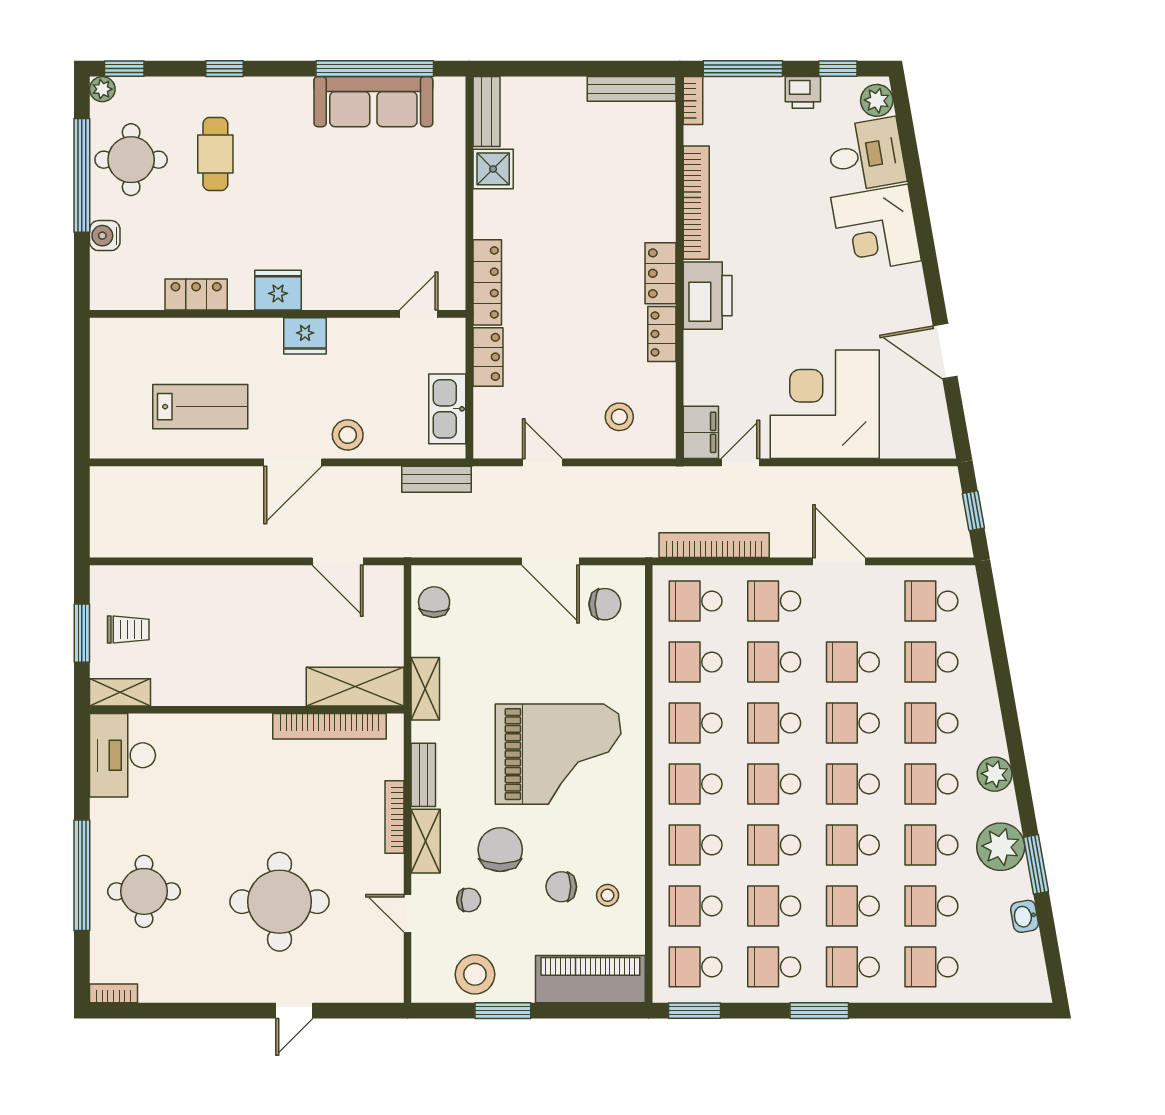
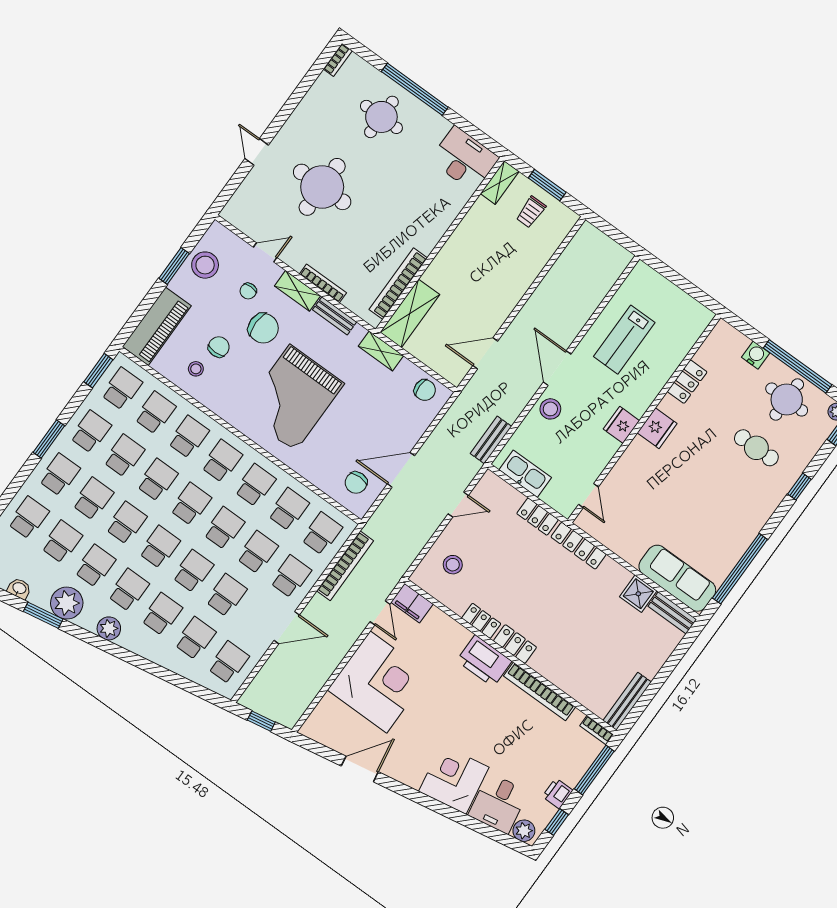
sofa: (373, 102) -> (677, 578), moved, turned 90

